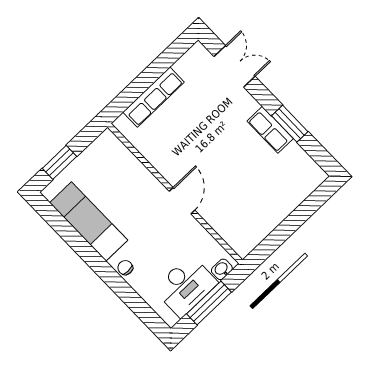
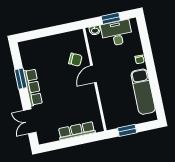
row of seats: (270, 130) -> (33, 87), width x1.48
window: (60, 162) -> (127, 130), moved
chair: (224, 205) -> (75, 60), added
window: (209, 303) -> (111, 18), width x0.69

